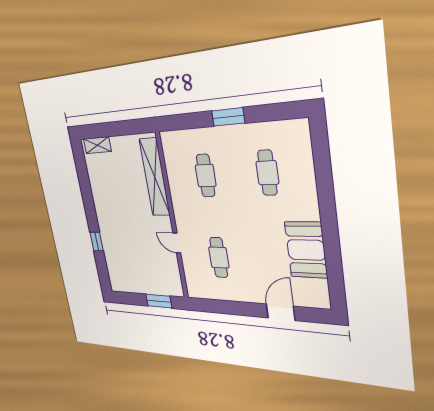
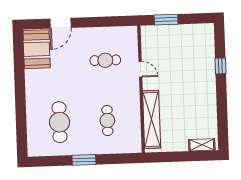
cafe table: (267, 173) -> (60, 122), width x1.37, depth x1.35
booth: (306, 250) -> (37, 49), moved
cafe table: (219, 258) -> (105, 60), turned 90

